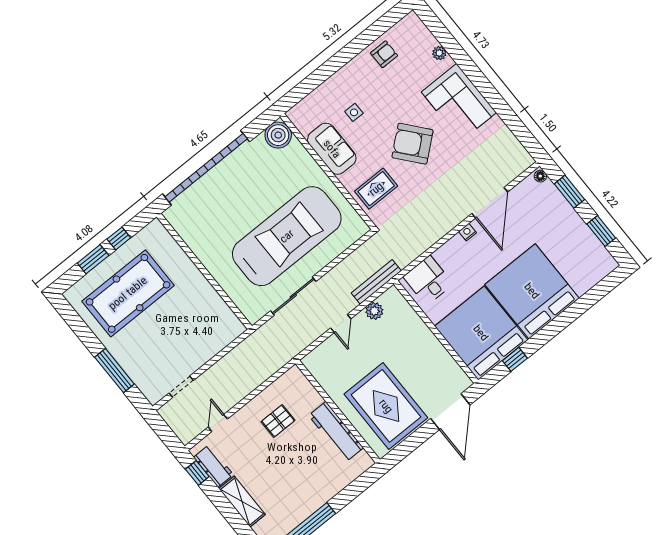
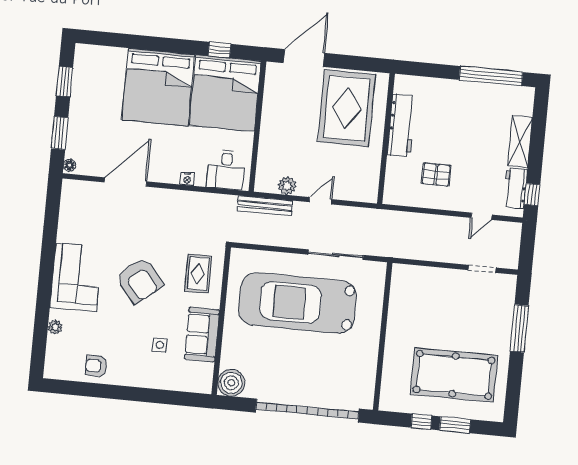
rug: (376, 189) -> (198, 274), turned 90
nightstand: (468, 232) -> (187, 179), moved

